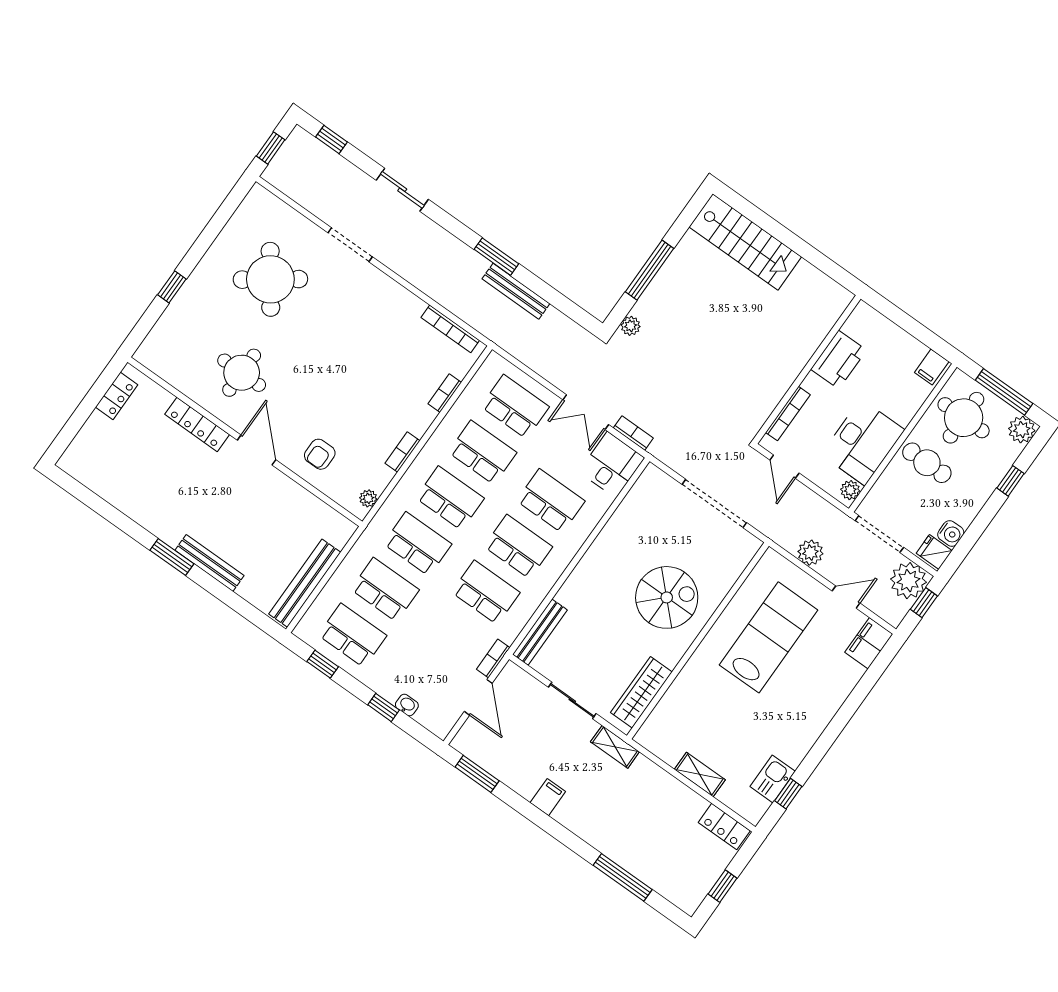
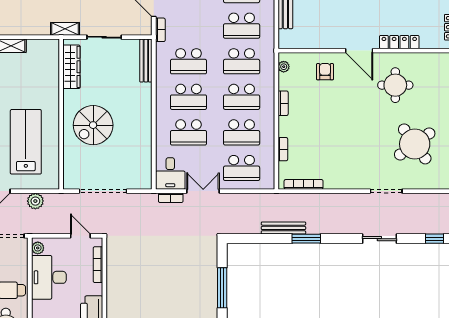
plant: (631, 326) -> (212, 252), removed
lab bench: (769, 637) -> (26, 142), turned 180

